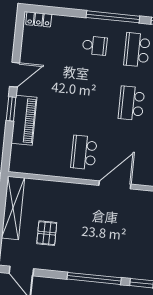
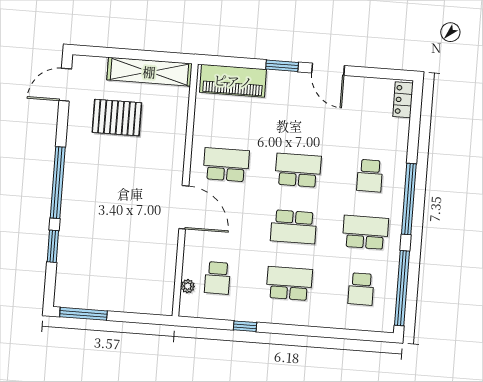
school desk: (89, 99) -> (298, 170), added
school desk: (131, 103) -> (294, 227), turned 180
piano: (24, 120) -> (233, 81), moved
pallet: (47, 233) -> (117, 118), width x1.50, depth x1.42

